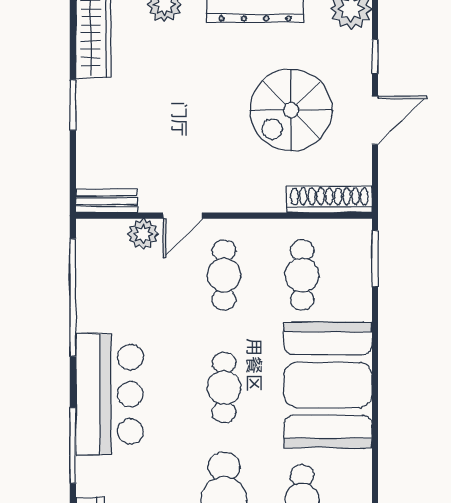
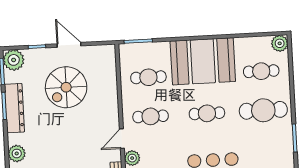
spiral stairs: (291, 110) -> (66, 87), turned 90
shoe rack: (329, 200) -> (110, 66), removed
door: (183, 216) -> (122, 139), swing flipped

